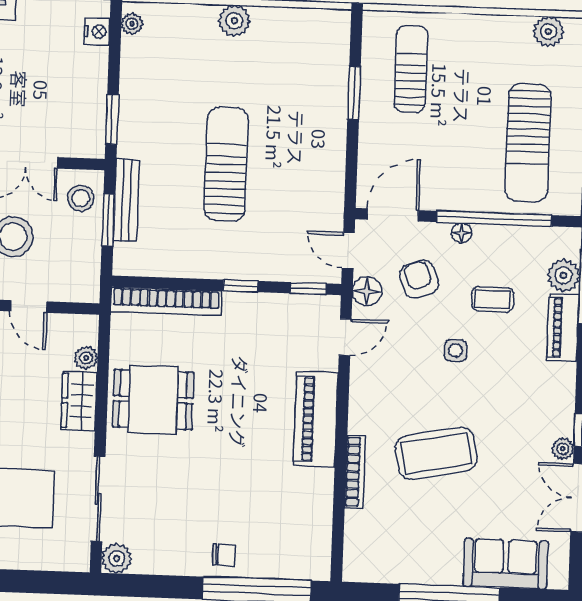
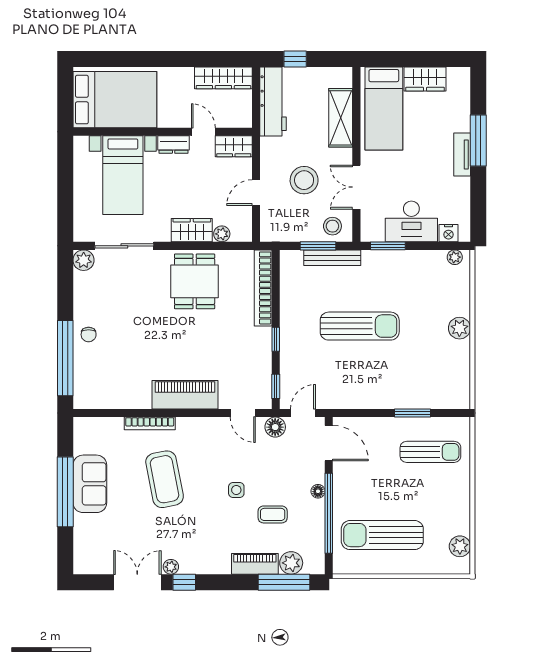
desk: (78, 84) -> (411, 221), added
armchair: (419, 279) -> (285, 463), removed
coffee table: (493, 300) -> (273, 514), turned 90
sofa: (506, 564) -> (90, 484), moved

